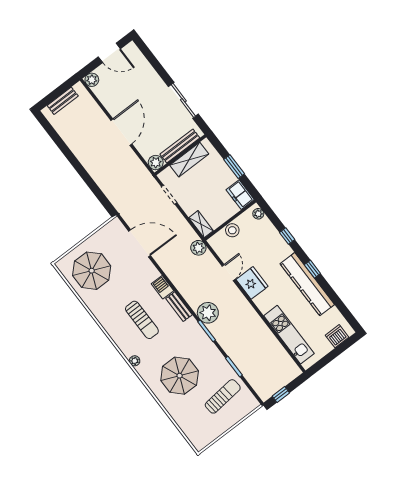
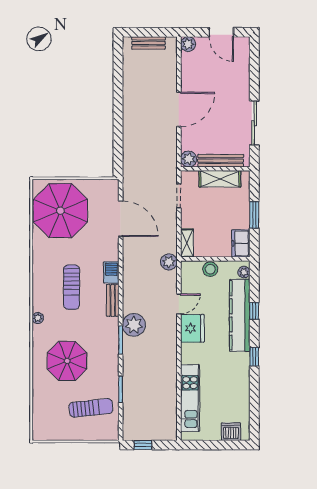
parasol: (92, 271) -> (60, 211), width x1.36, depth x1.36
kitchen counter: (307, 284) -> (240, 315), moved

